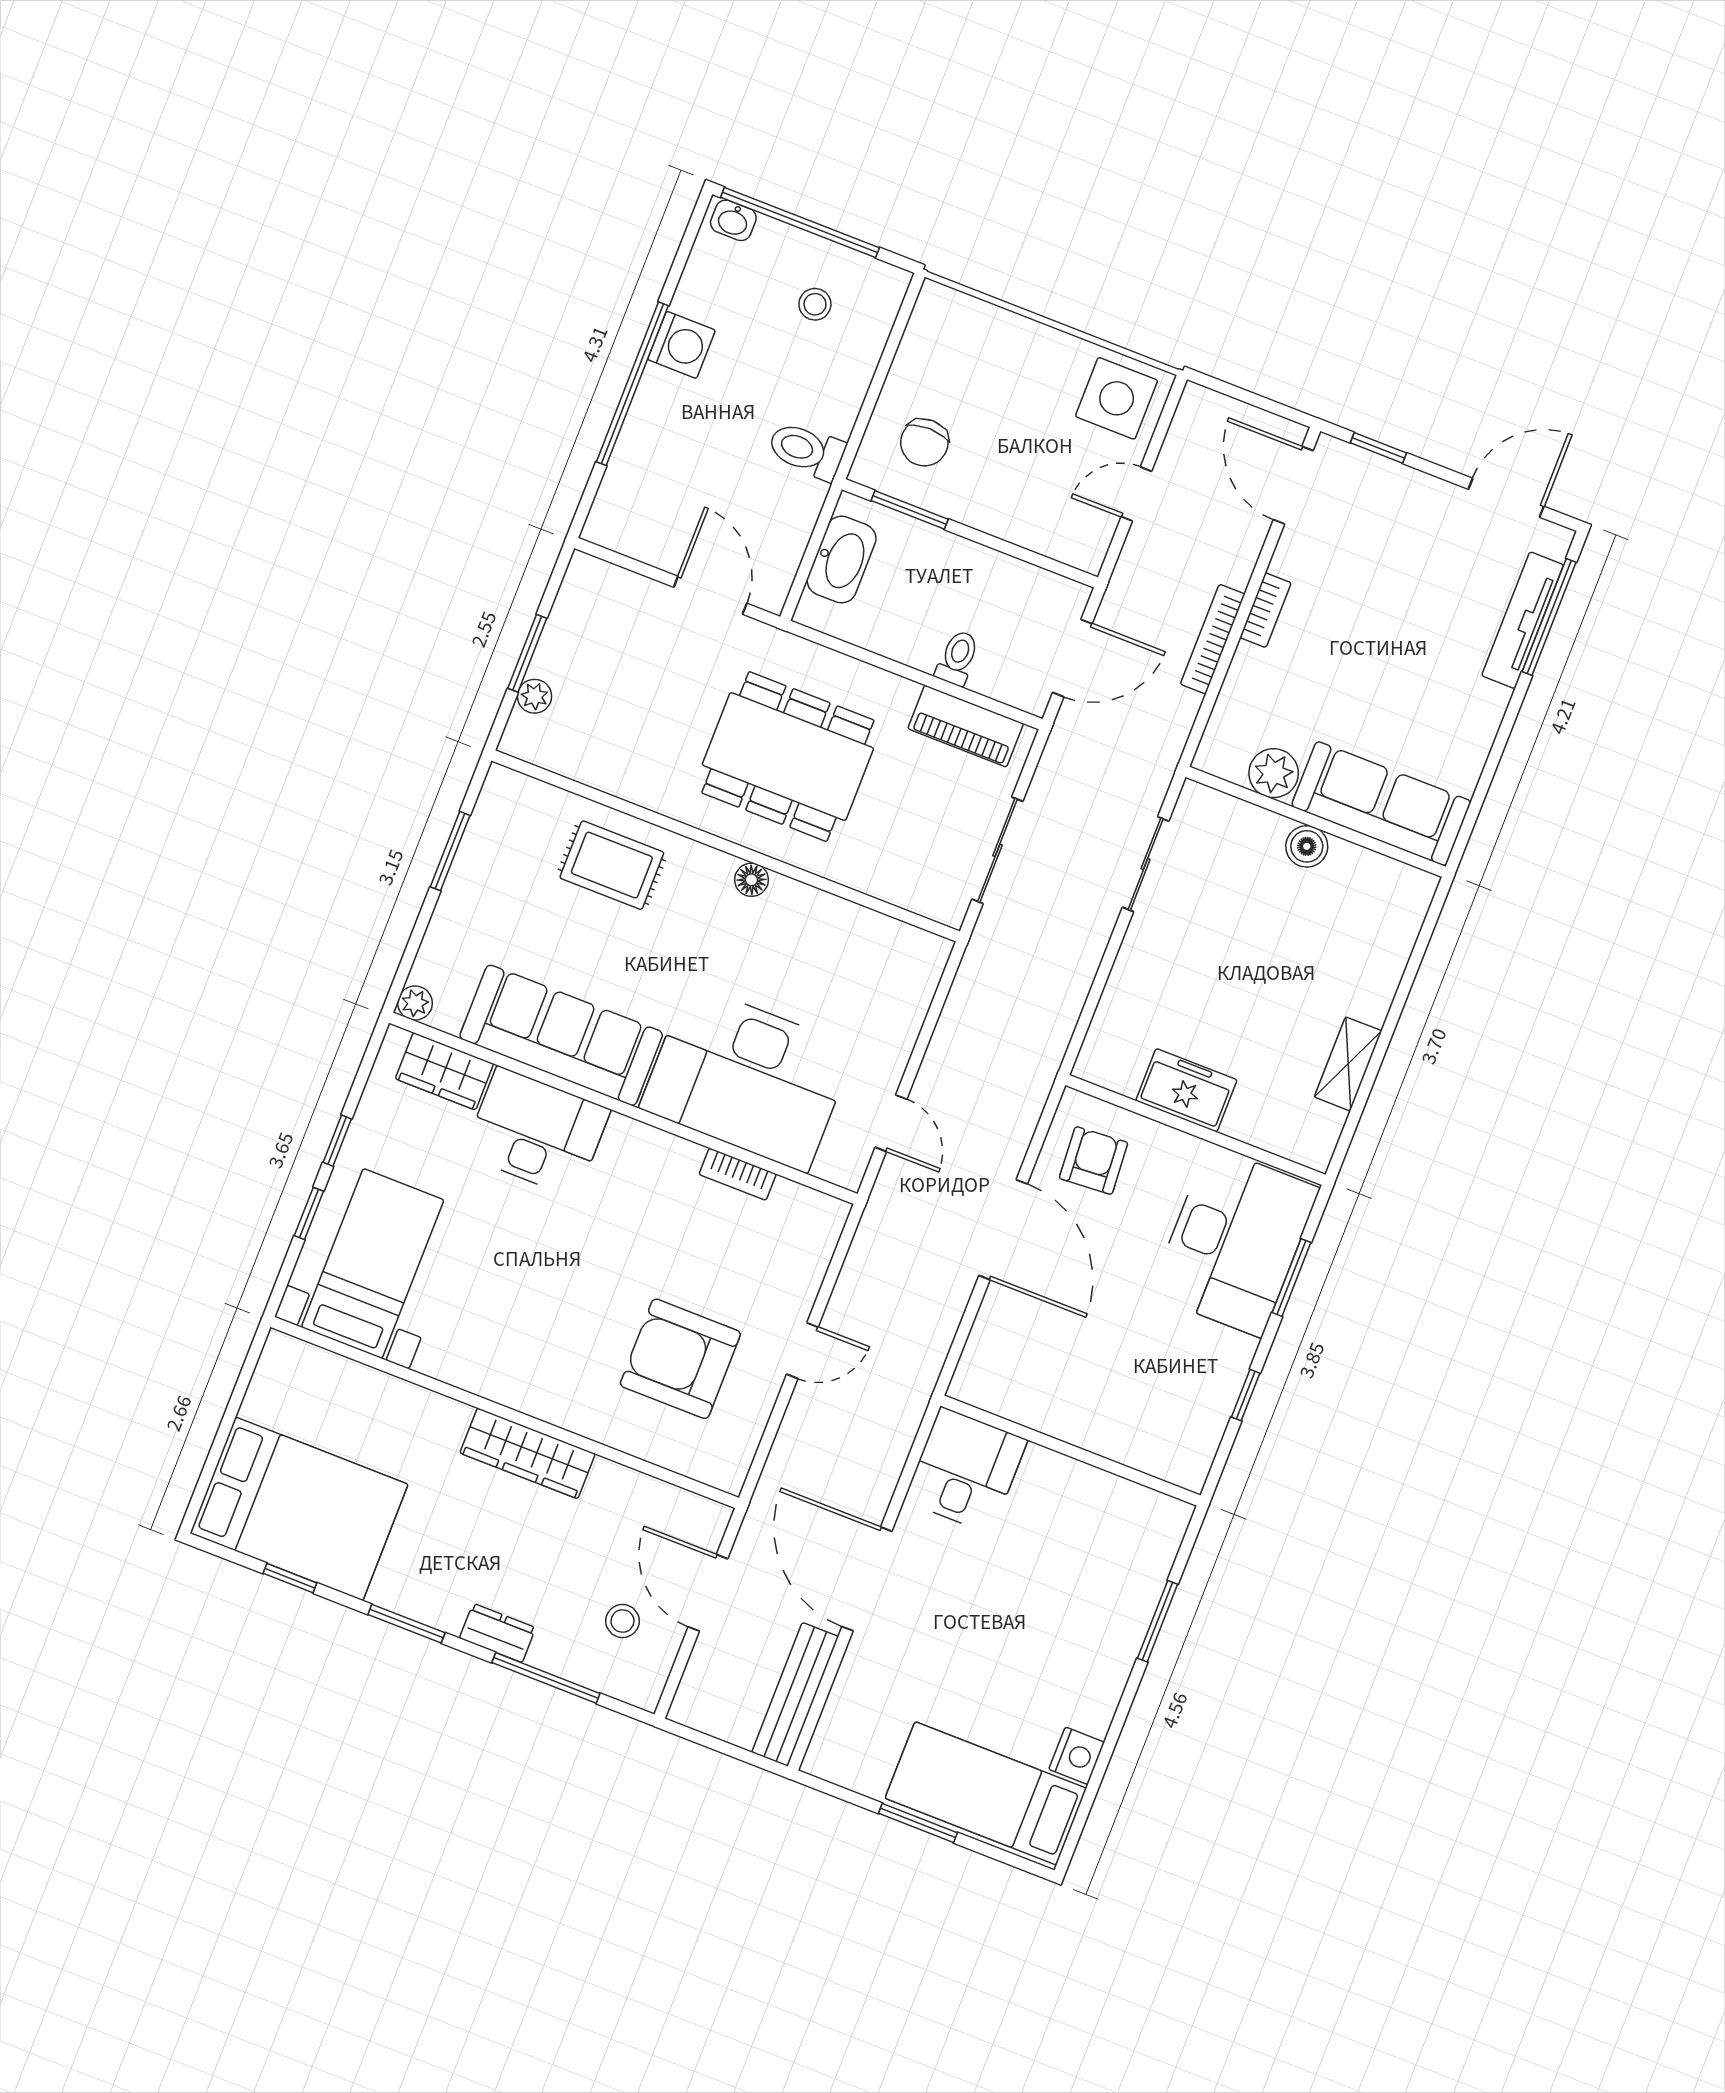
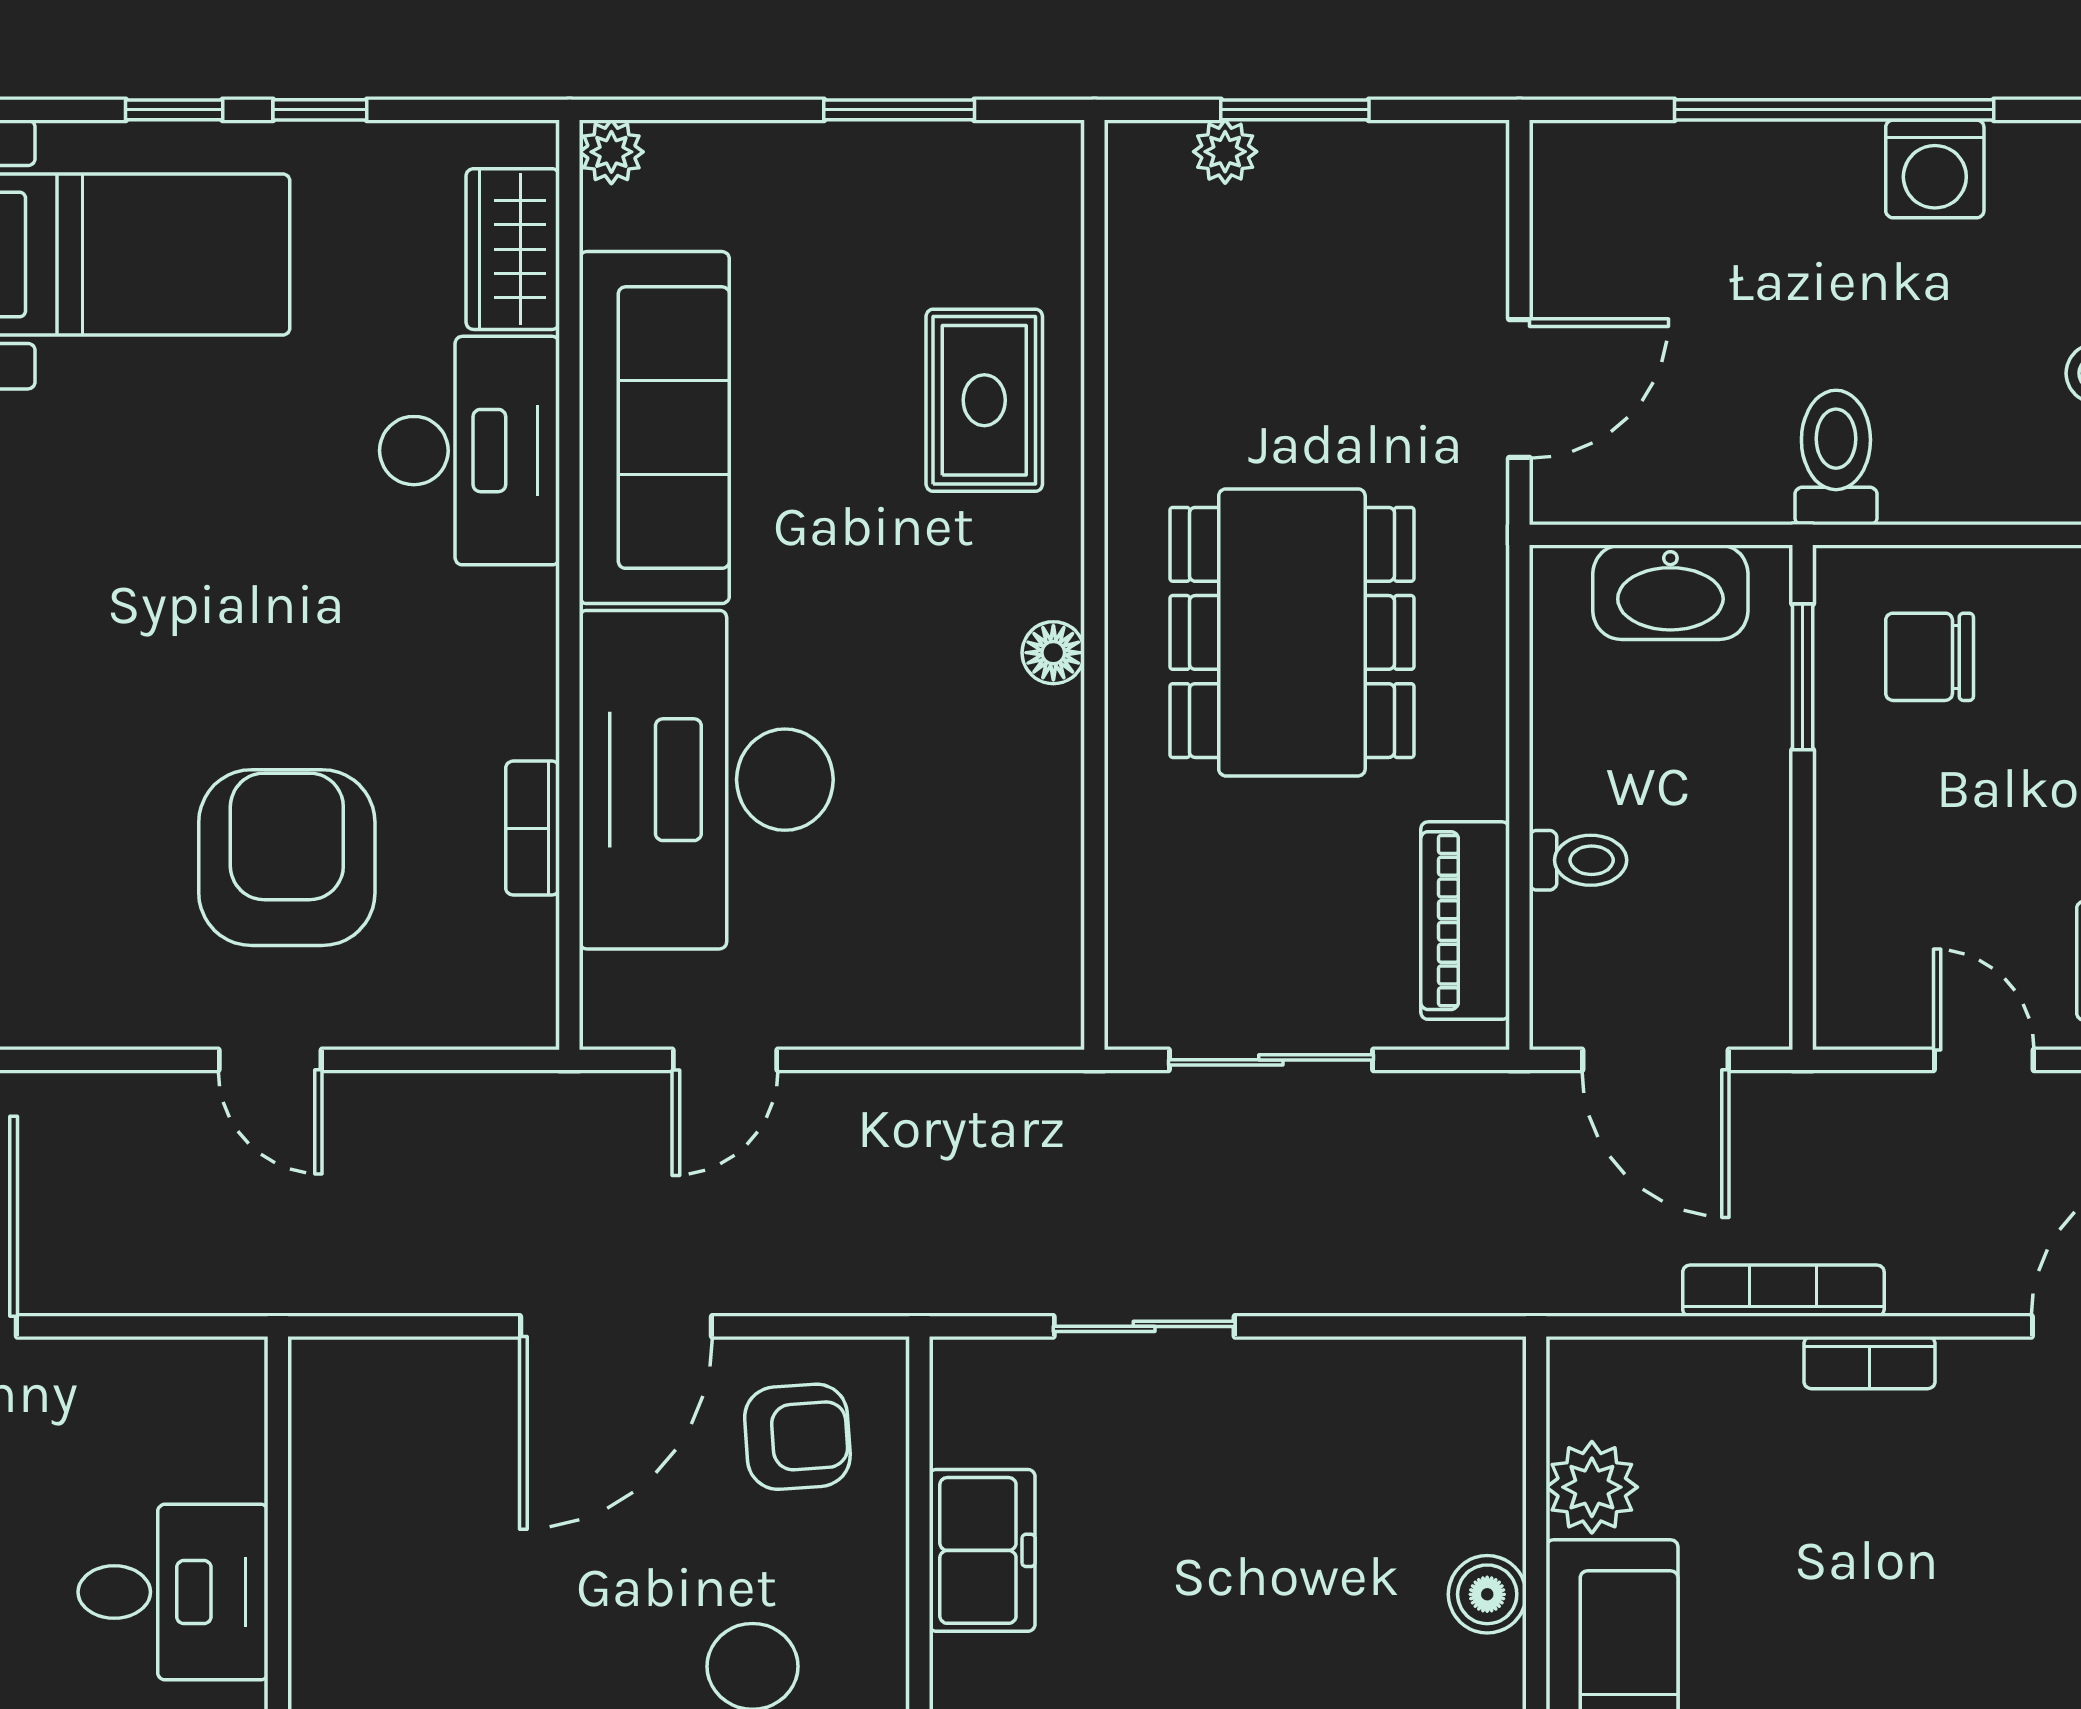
sliding door: (1146, 864) -> (1144, 1326), moved
armchair: (680, 1359) -> (287, 858), moved
desk: (966, 1470) -> (173, 1592), moved

